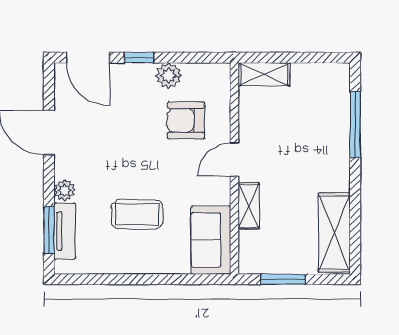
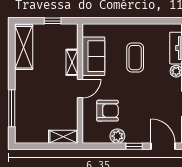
coffee table: (137, 214) -> (135, 58), turned 90
sofa: (211, 240) -> (93, 56), moved
window: (283, 279) -> (53, 21), width x0.67

